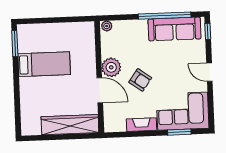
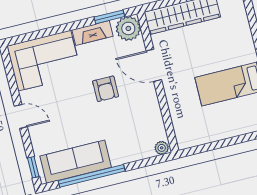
plant: (111, 67) -> (128, 28), moved
armchair: (140, 80) -> (106, 89), turned -126
window: (179, 132) -> (109, 17), moved

